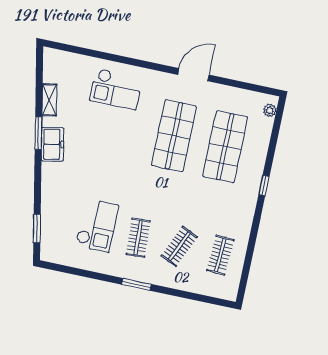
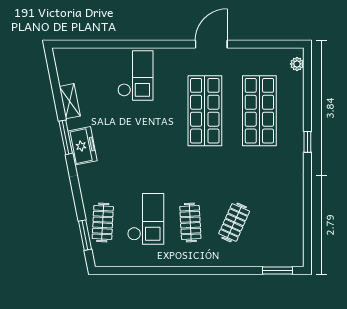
checkout: (116, 89) -> (135, 75), turned -90
clothes rail: (220, 255) -> (103, 222), moved
window: (136, 284) -> (277, 271), moved

